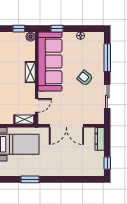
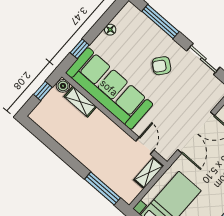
shelving: (30, 72) -> (80, 102), moved

